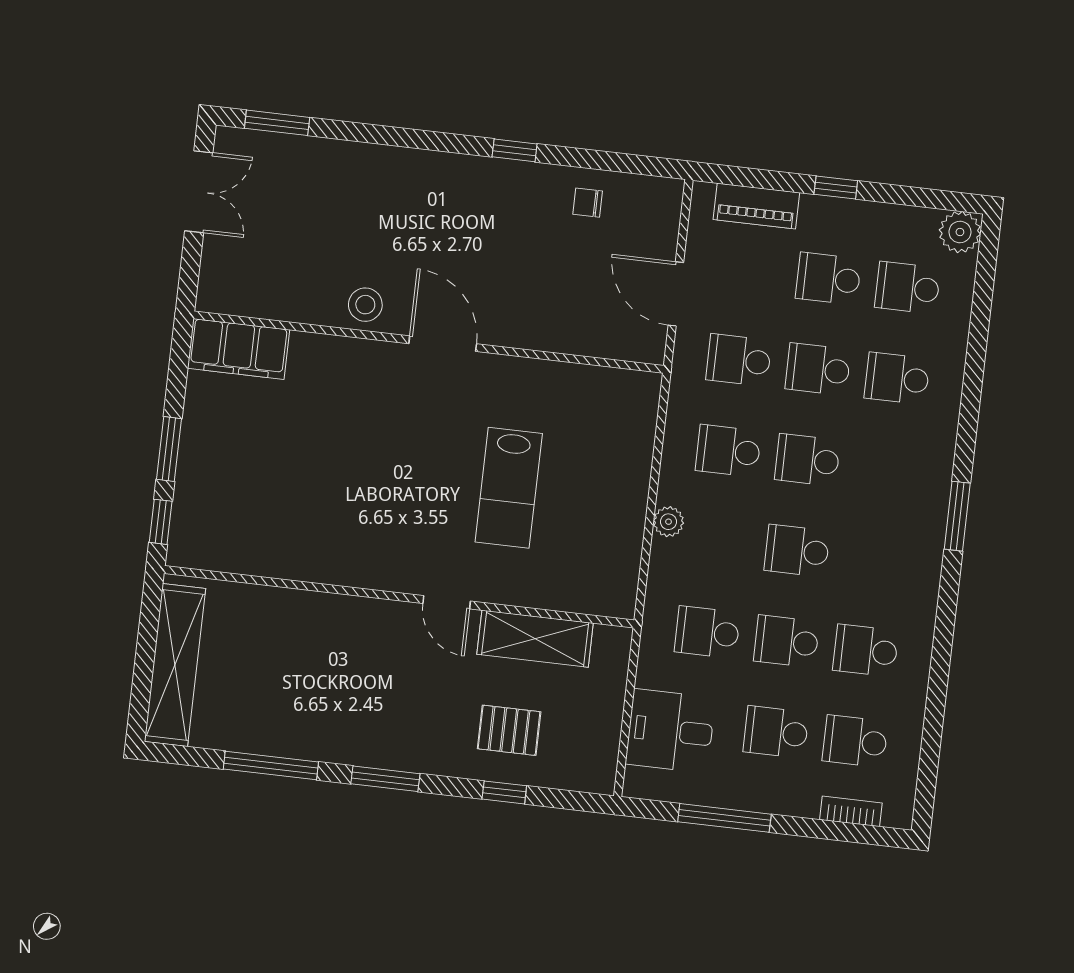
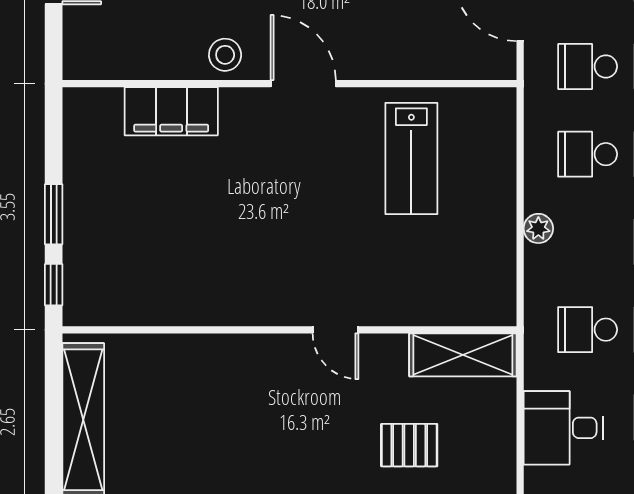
filing cabinet: (238, 349) -> (171, 111), moved
lab bench: (509, 488) -> (411, 158), moved
shelving: (535, 639) -> (463, 355), moved

